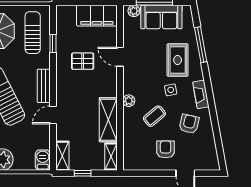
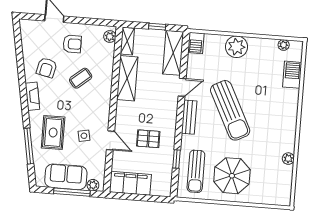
side table: (171, 90) -> (84, 136), moved
plant: (129, 101) -> (110, 37), moved
armchair: (165, 149) -> (72, 44), turned -90
shelving: (62, 156) -> (173, 53), width x1.50, depth x1.33

